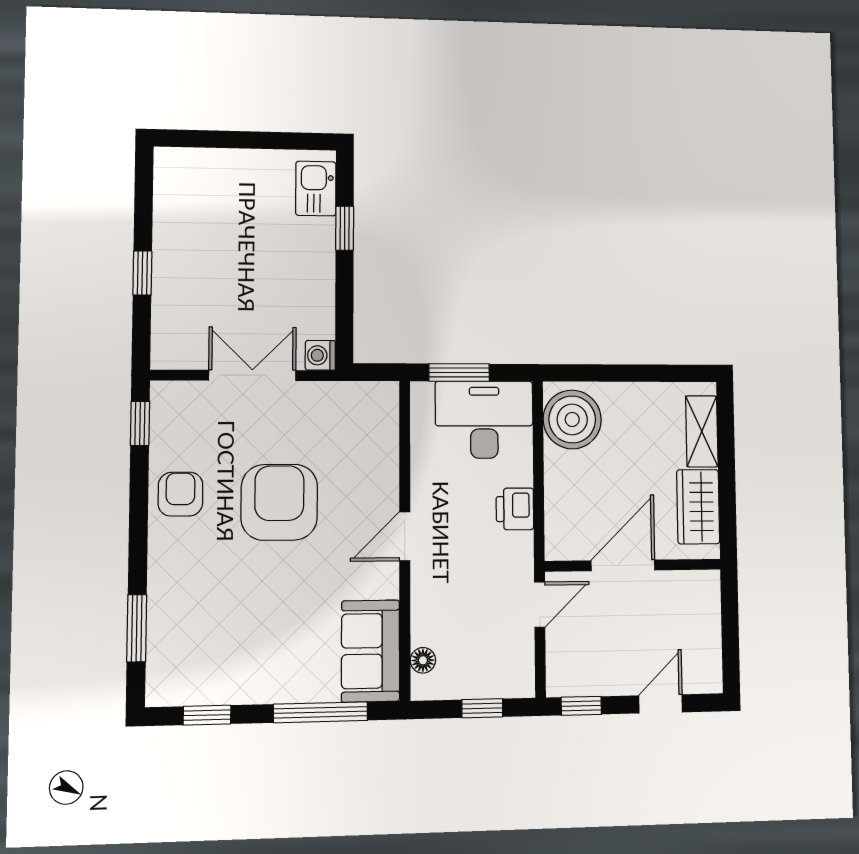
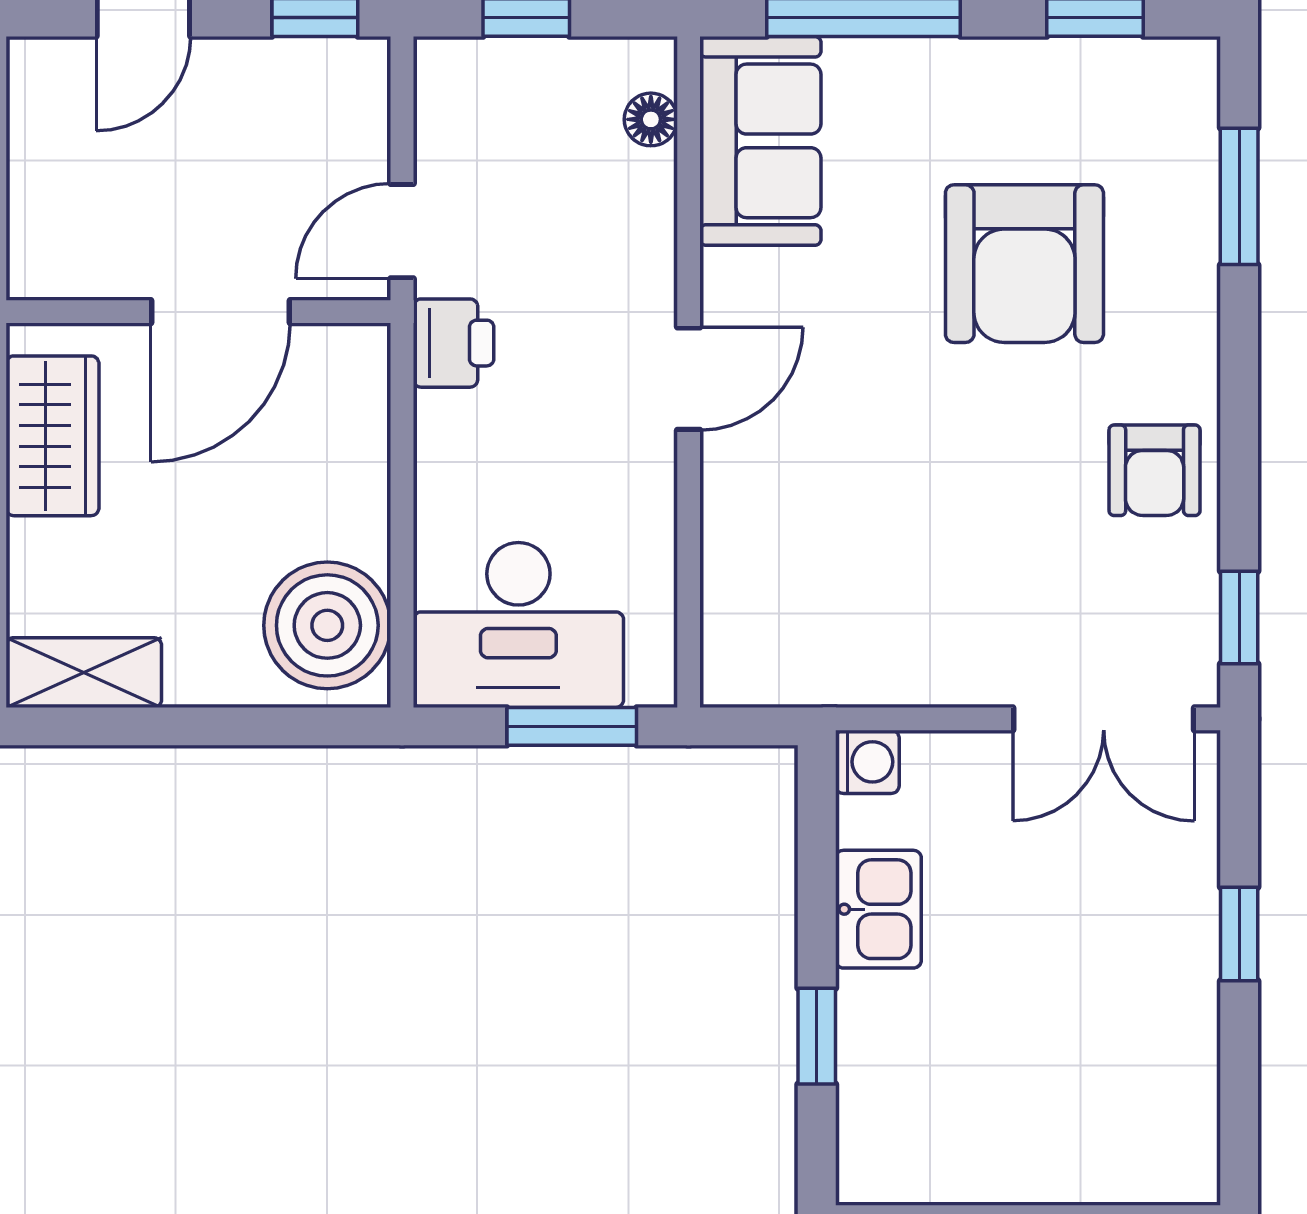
kitchen sink: (316, 189) -> (878, 909), moved
double door: (252, 375) -> (1104, 719), moved
shelving: (702, 431) -> (84, 673), moved, turned 90
armchair: (279, 502) -> (1024, 264), moved
printer: (515, 509) -> (454, 343), moved

